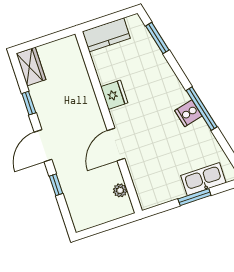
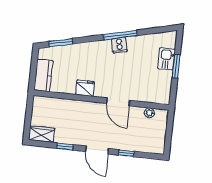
kitchen sink: (203, 179) -> (167, 59), width x0.73

